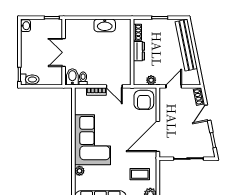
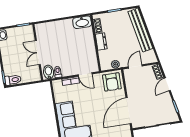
washbasin: (105, 25) -> (82, 22), moved

